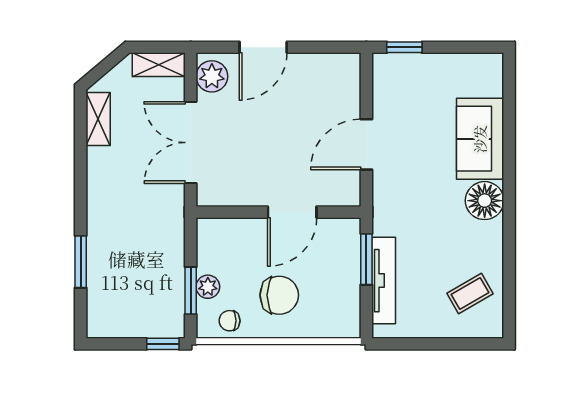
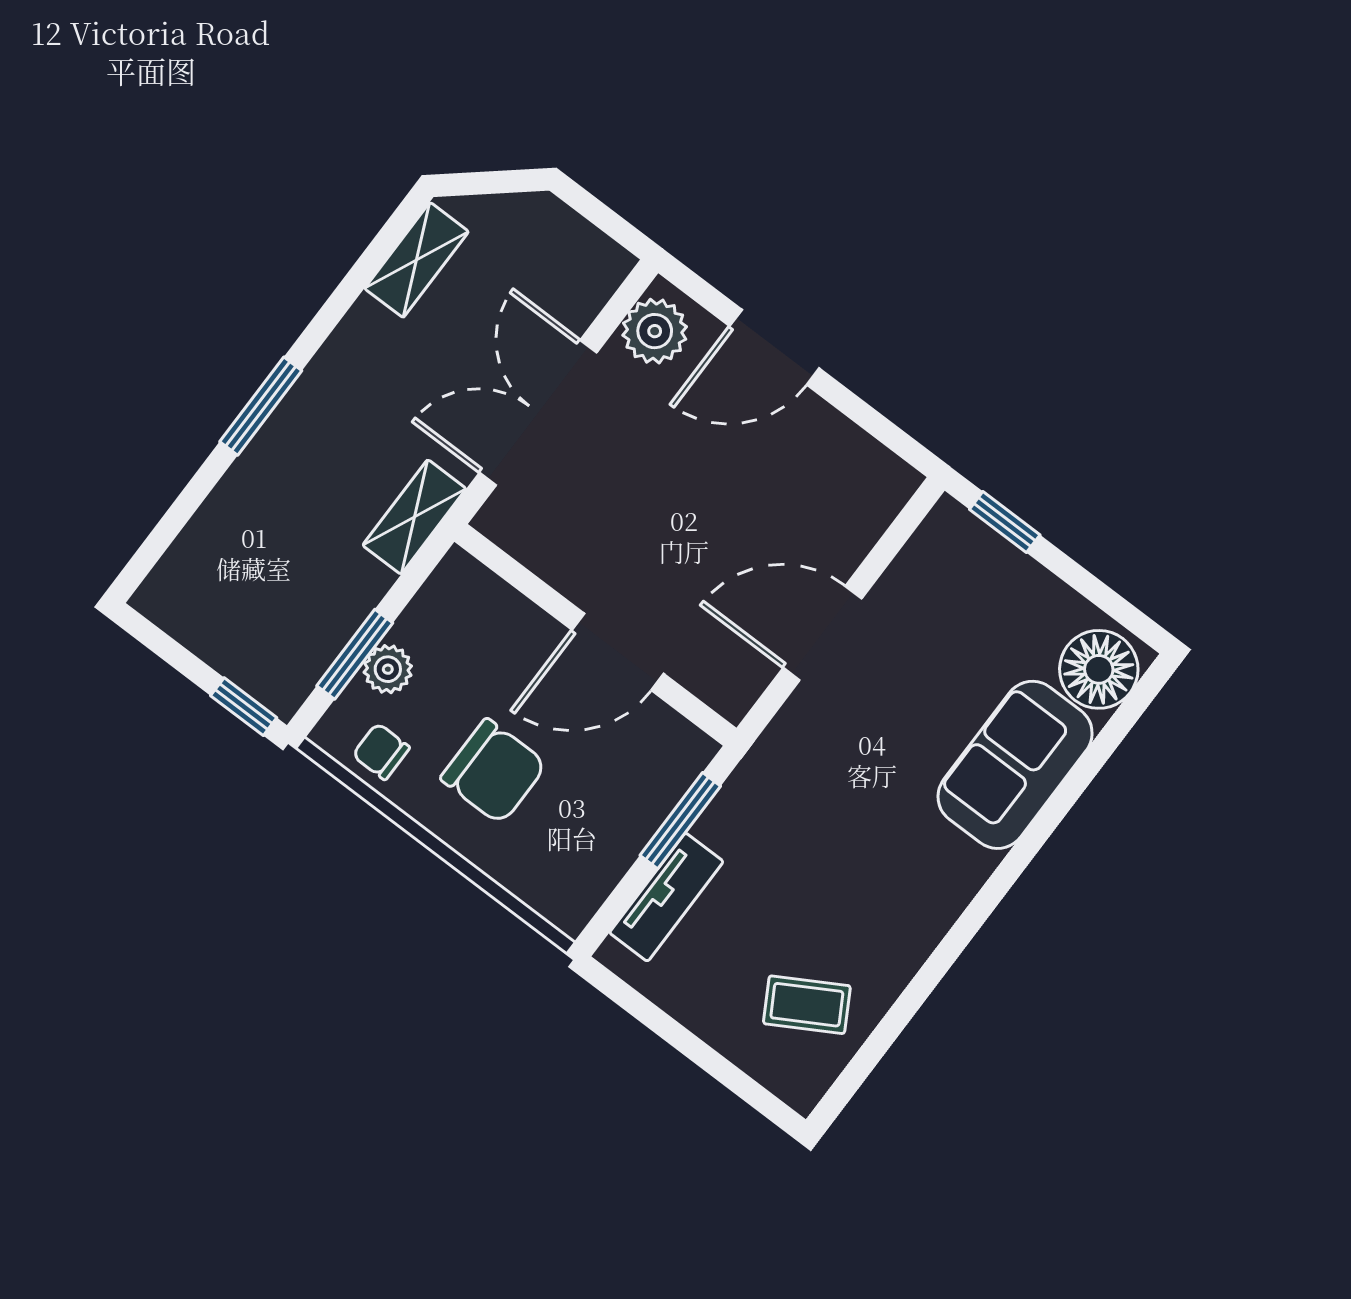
shelving: (159, 65) -> (414, 517), moved, turned 90
floor lamp: (485, 201) -> (1099, 669), moved
window: (81, 262) -> (261, 406), moved
tv unit: (384, 281) -> (666, 897), width x0.71

